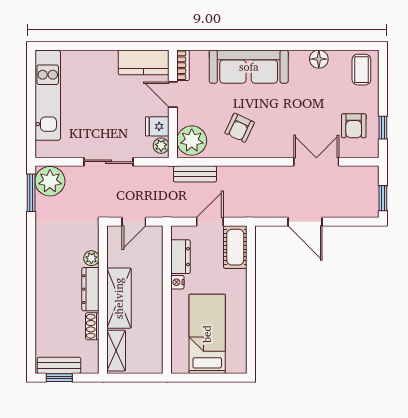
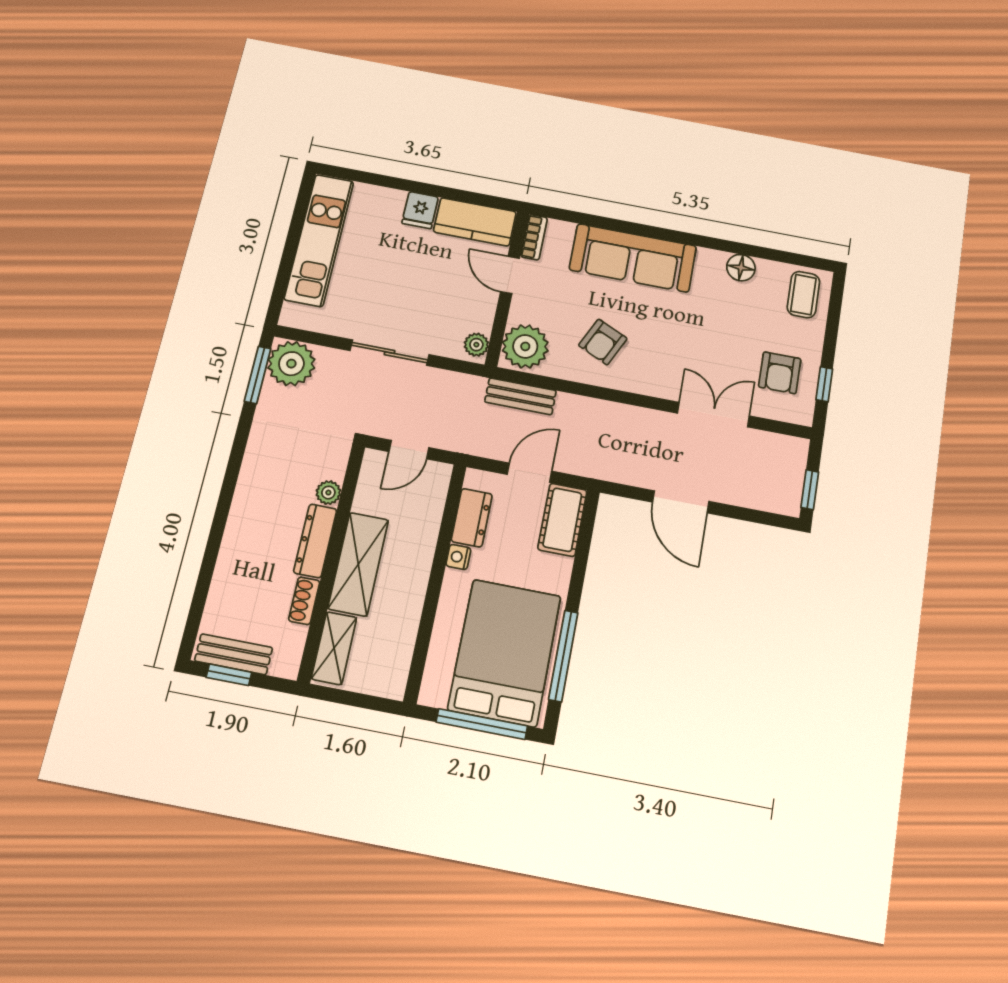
fridge: (157, 126) -> (420, 210), moved, turned -90
window: (251, 329) -> (563, 656), added
bed: (207, 334) -> (505, 653), width x1.50
window: (211, 378) -> (482, 724), added

